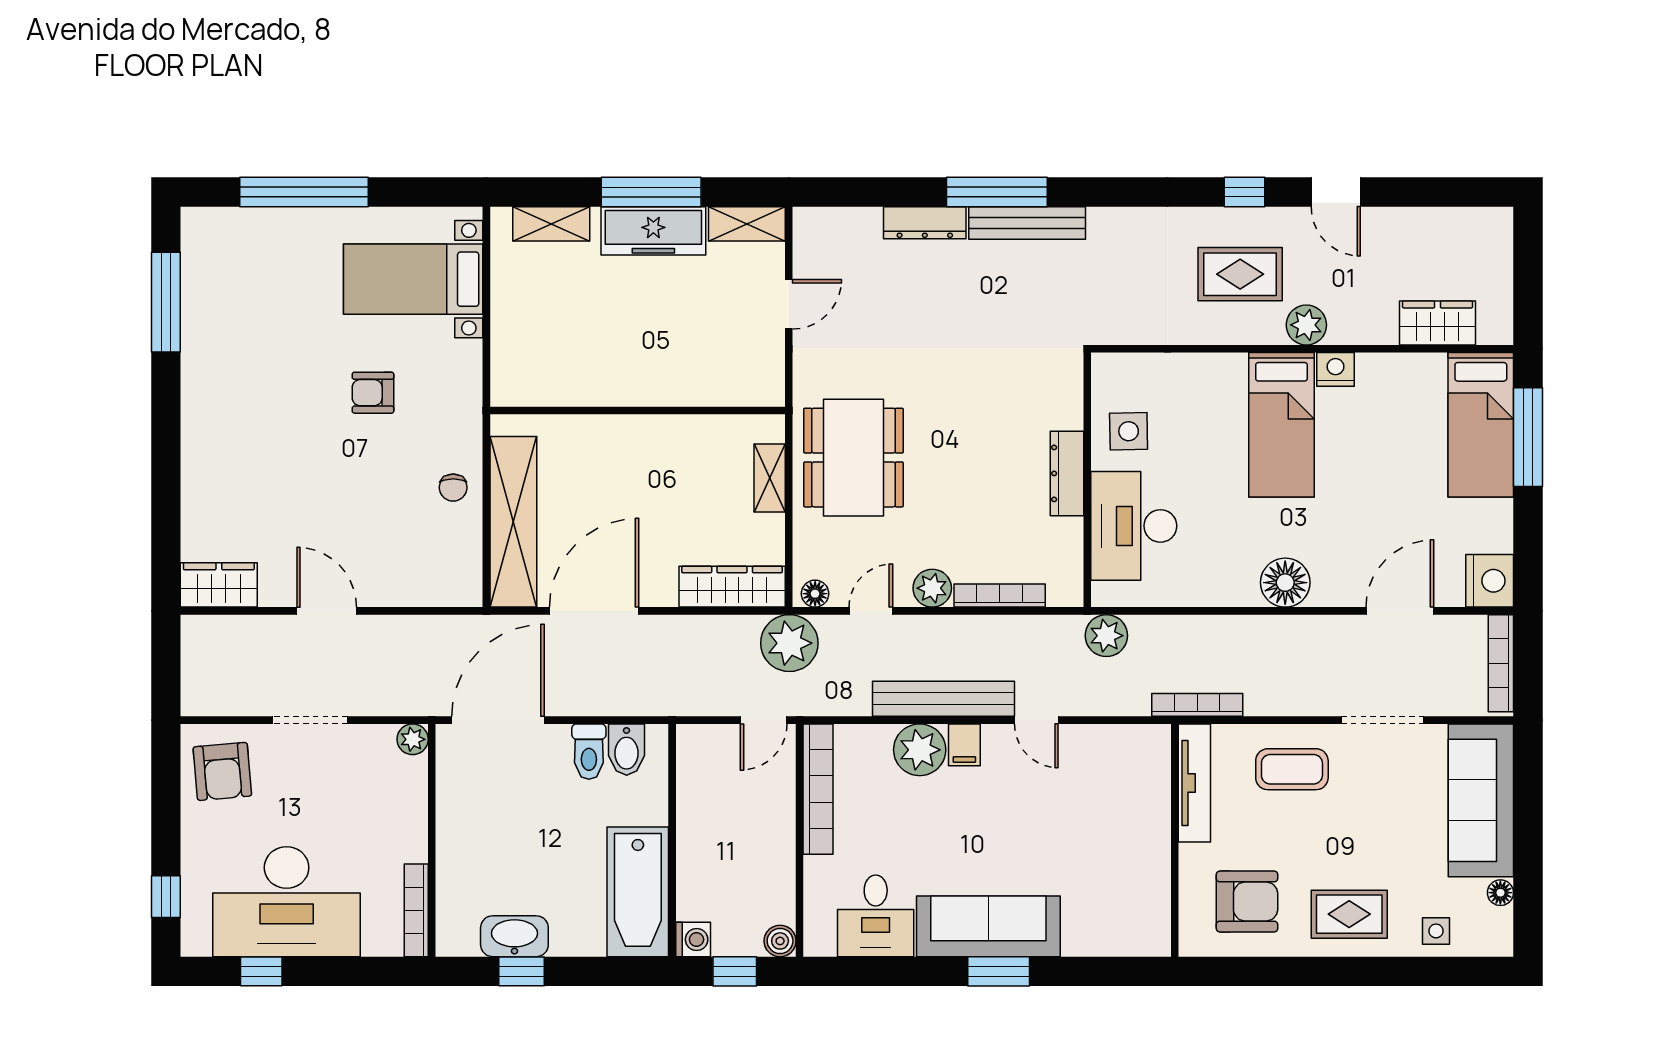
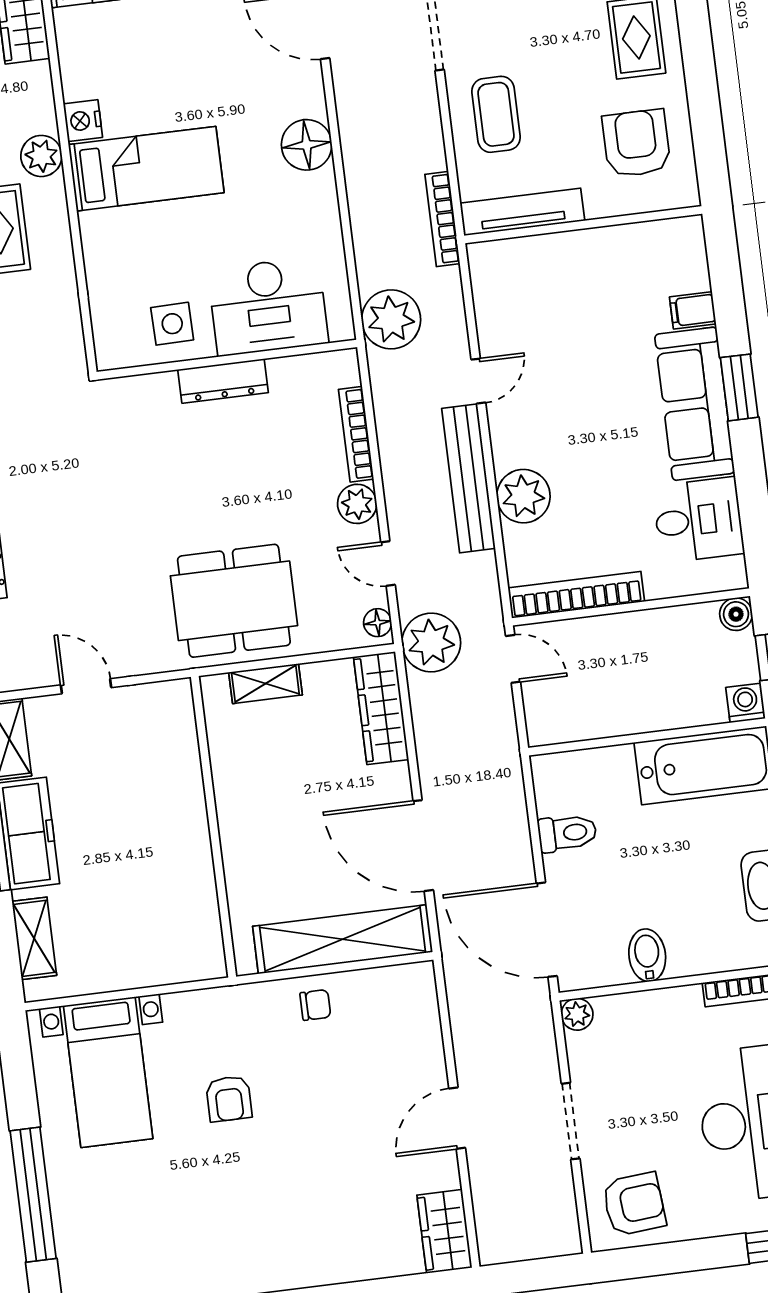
plant: (1106, 636) -> (391, 319), width x1.36, depth x1.36
filing cabinet: (964, 745) -> (693, 310), moved, turned 180
bidet: (627, 750) -> (647, 955), moved, turned -90

